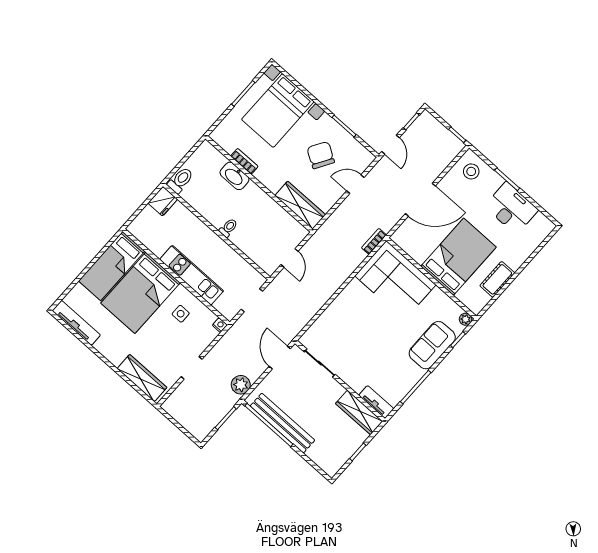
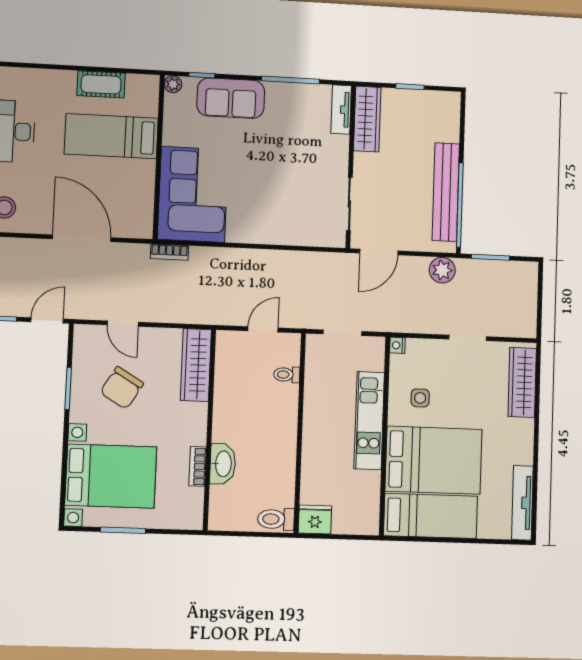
toilet: (228, 228) -> (287, 375), moved
bed: (458, 257) -> (111, 136), width x0.67

